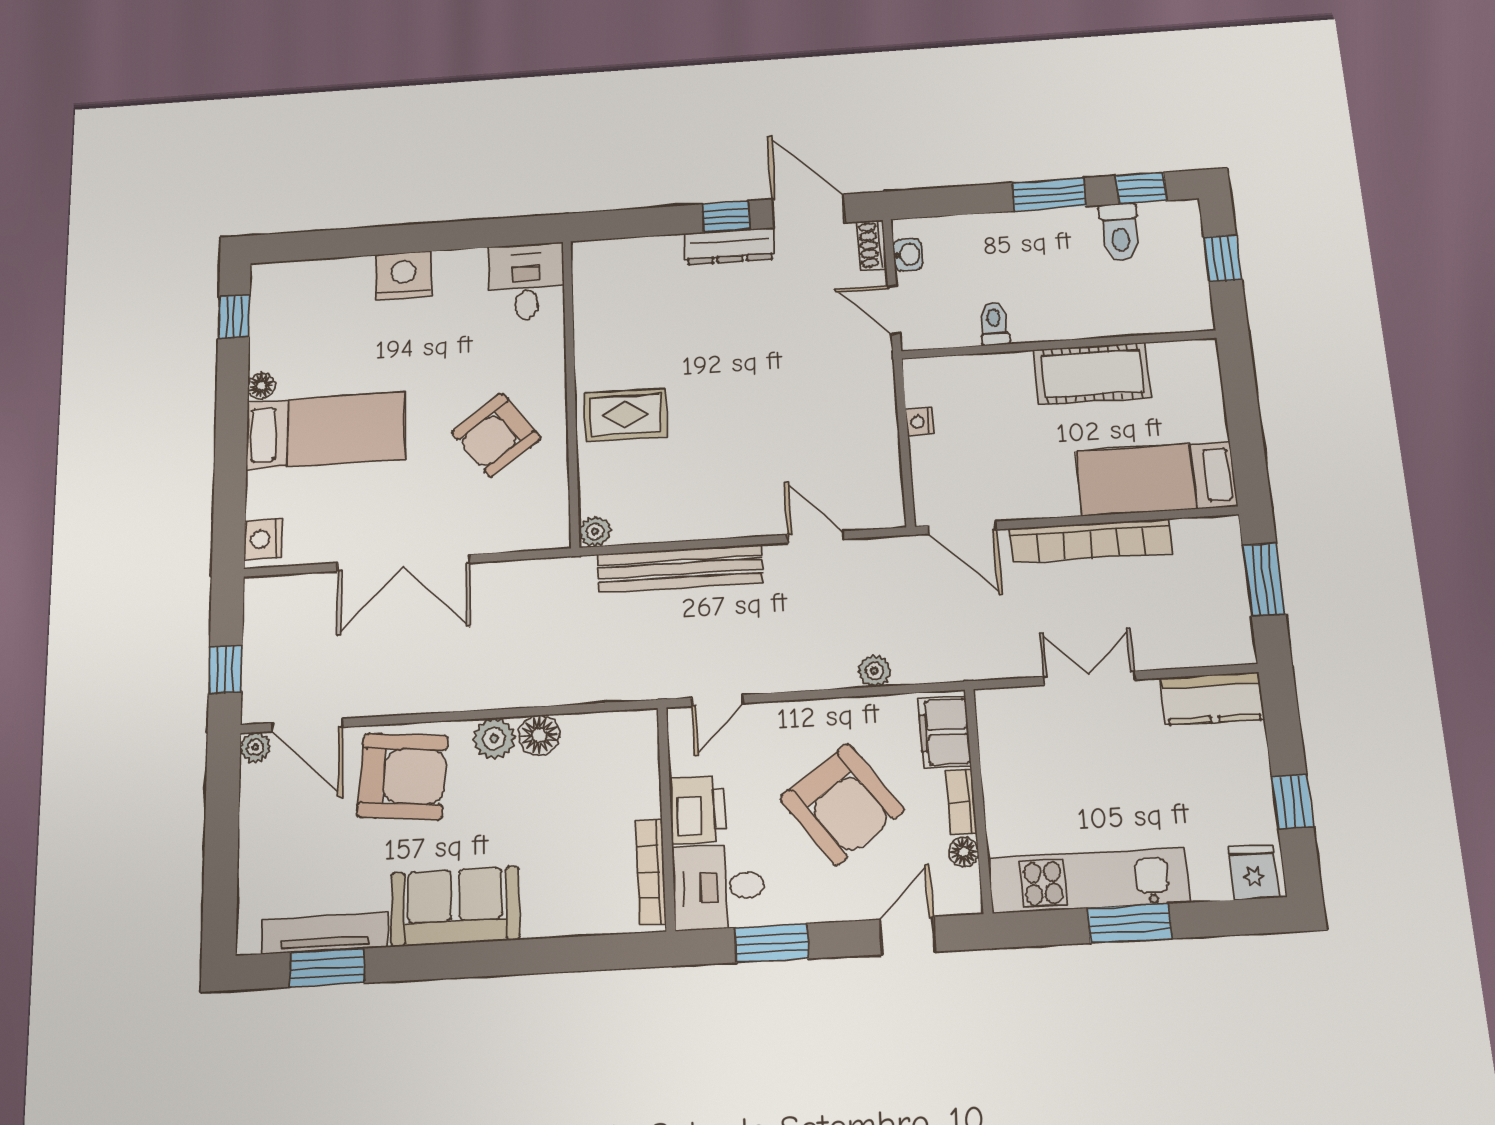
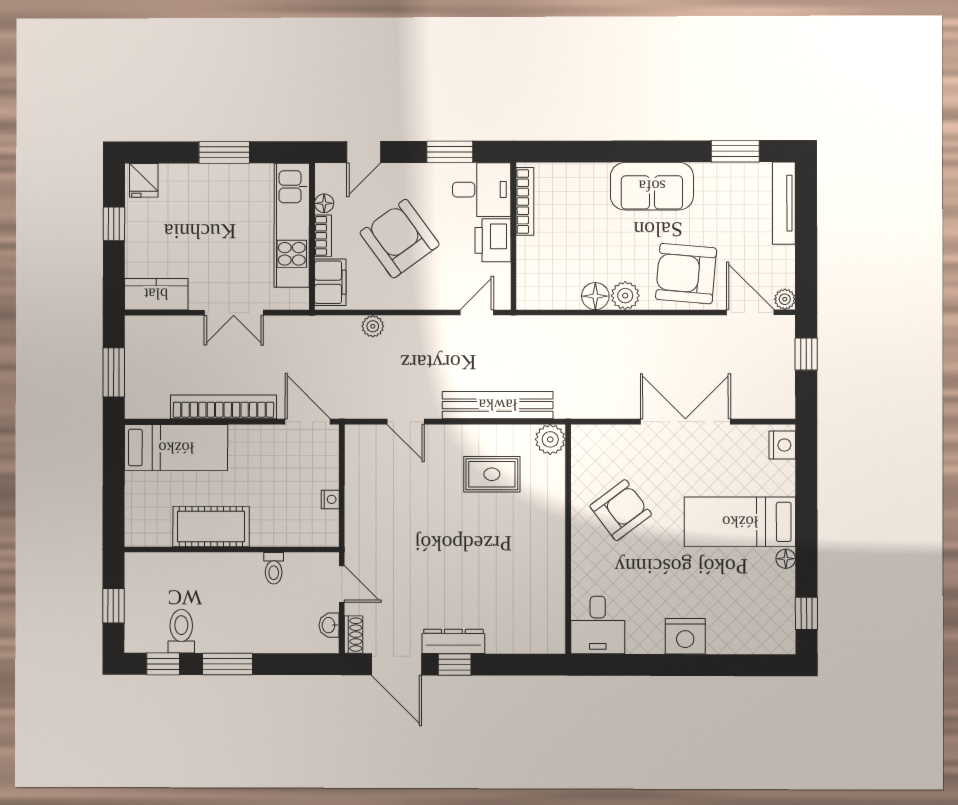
rug: (625, 415) -> (492, 474), moved
plant: (595, 532) -> (550, 439), width x1.38, depth x1.38
kitchen unit: (1088, 881) -> (292, 225), moved, turned 90
tv unit: (325, 933) -> (784, 203), moved, turned 90

